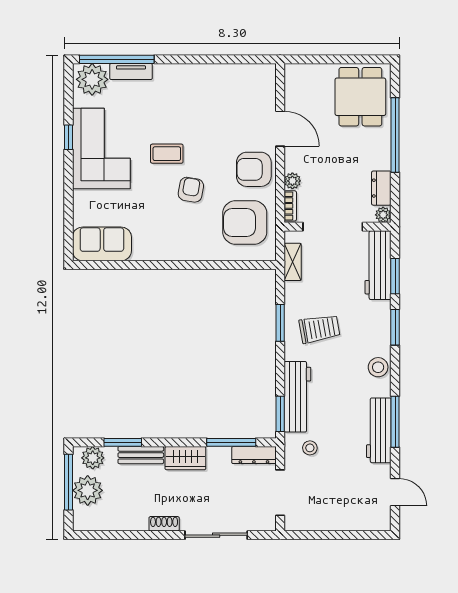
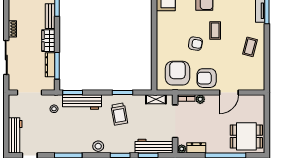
coffee table: (197, 90) -> (250, 47), added
armchair: (254, 169) -> (207, 78), turned -90
workbench: (379, 430) -> (15, 135), moved, turned 90
dresser: (254, 455) -> (50, 65), moved

